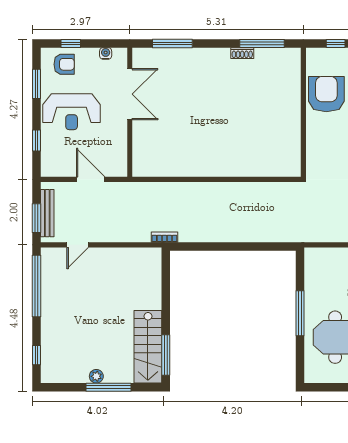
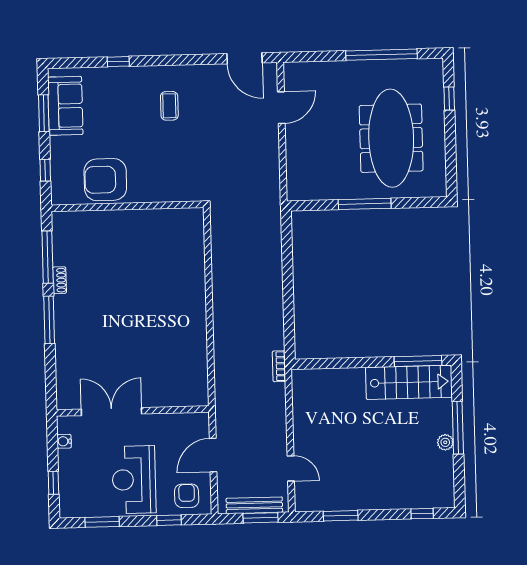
window: (172, 43) -> (49, 320), moved
armchair: (64, 64) -> (187, 496), moved
reception desk: (72, 112) -> (134, 480), turned 180
window: (36, 286) -> (341, 516), width x0.47

